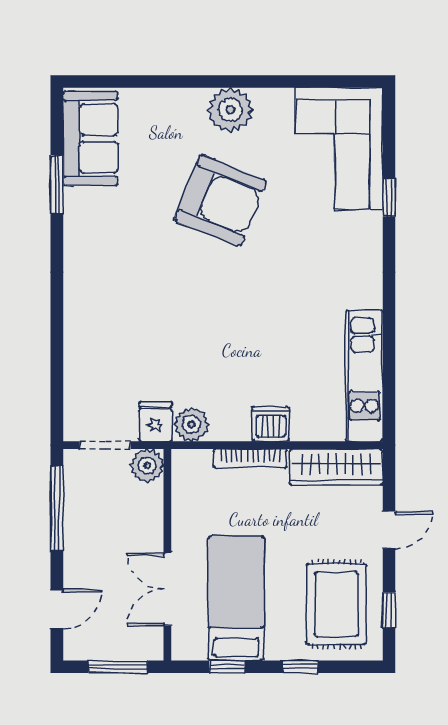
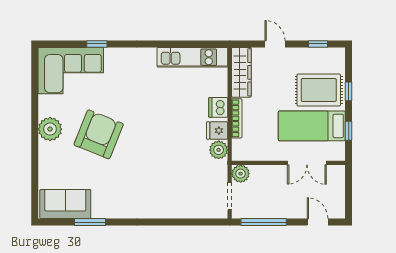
fridge: (155, 422) -> (217, 131), moved
rug: (336, 604) -> (319, 90), moved
window: (118, 667) -> (349, 189), removed

